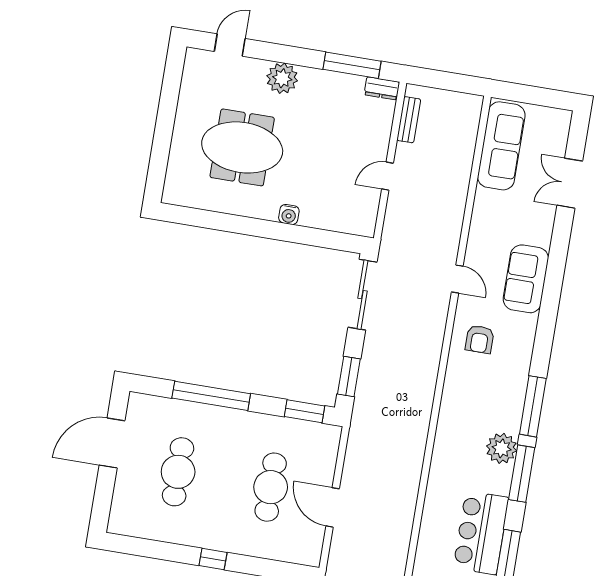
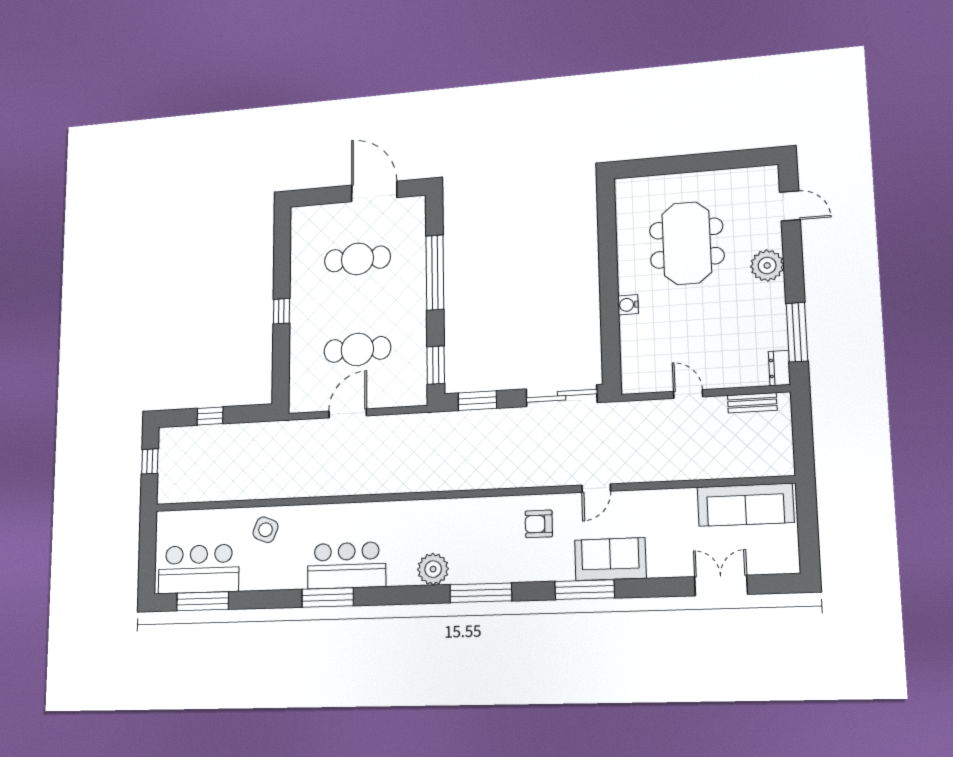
window: (522, 474) -> (585, 590), moved

